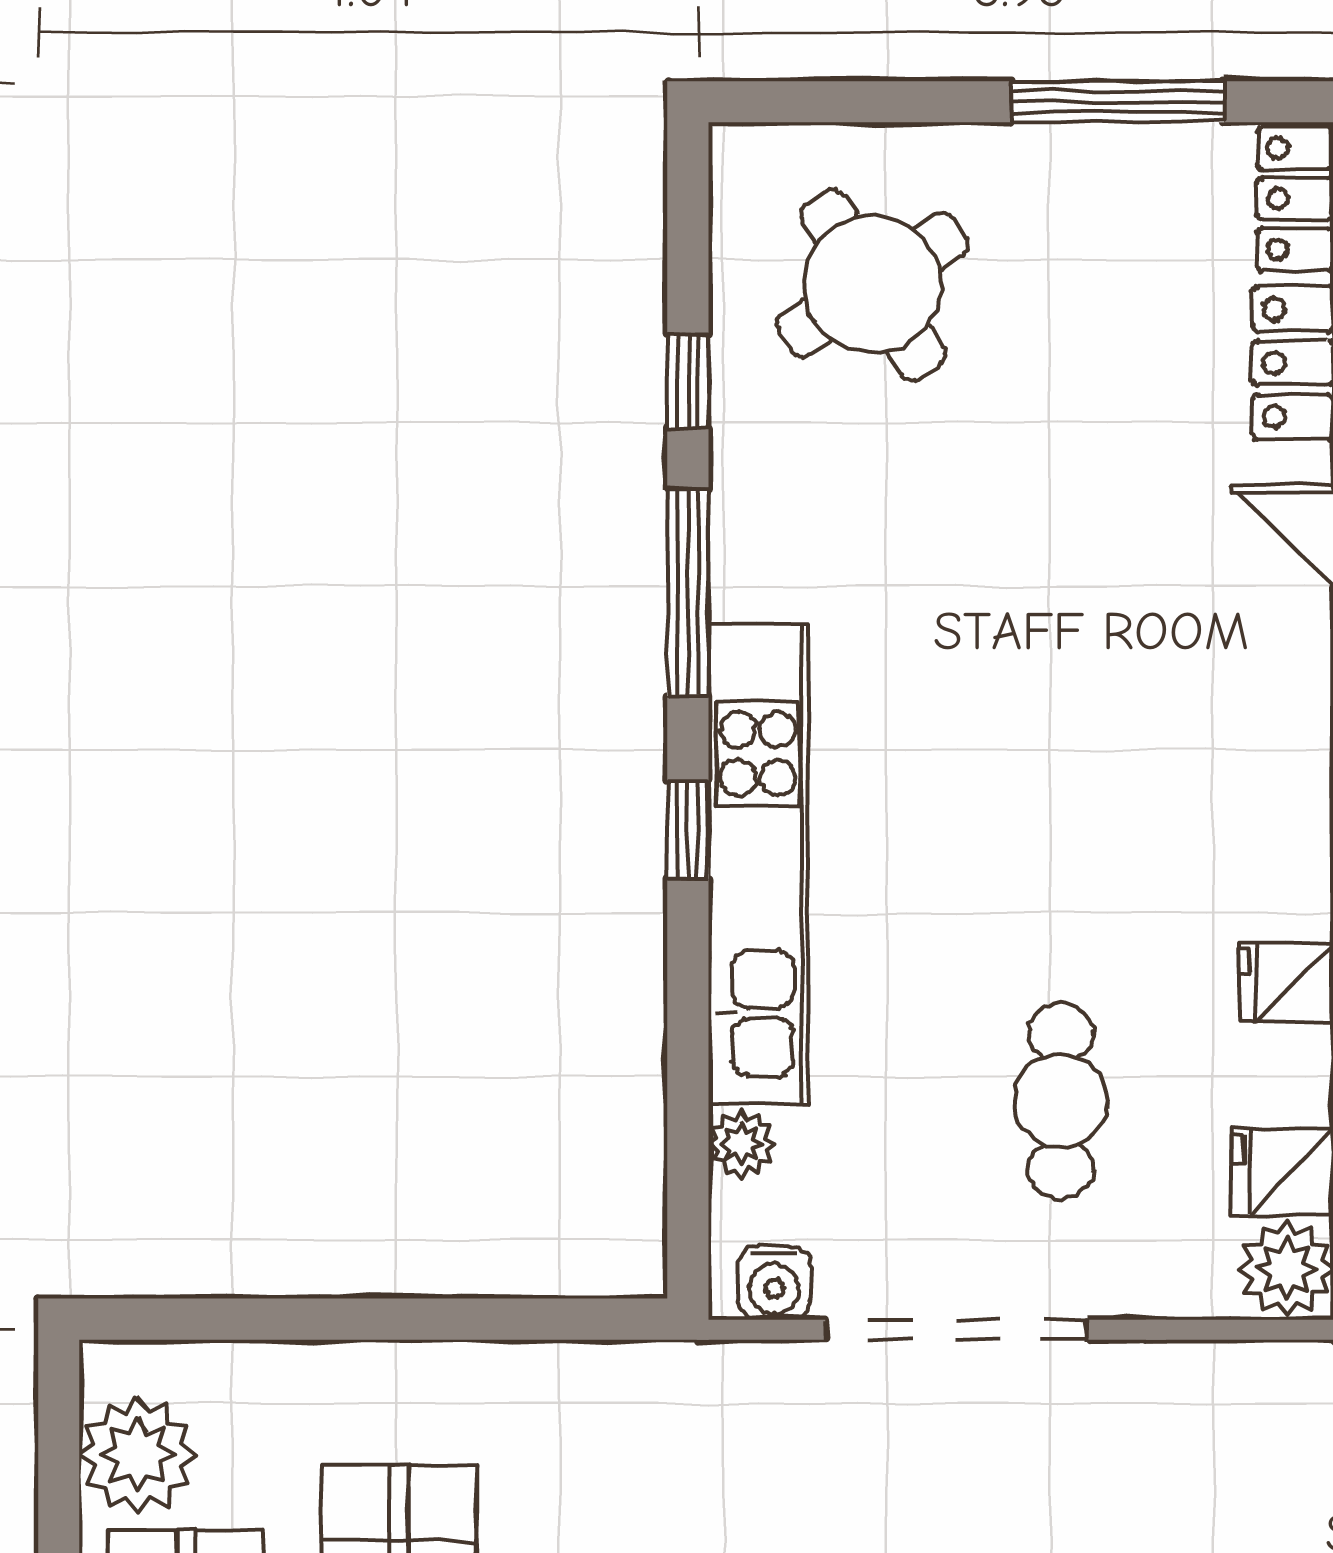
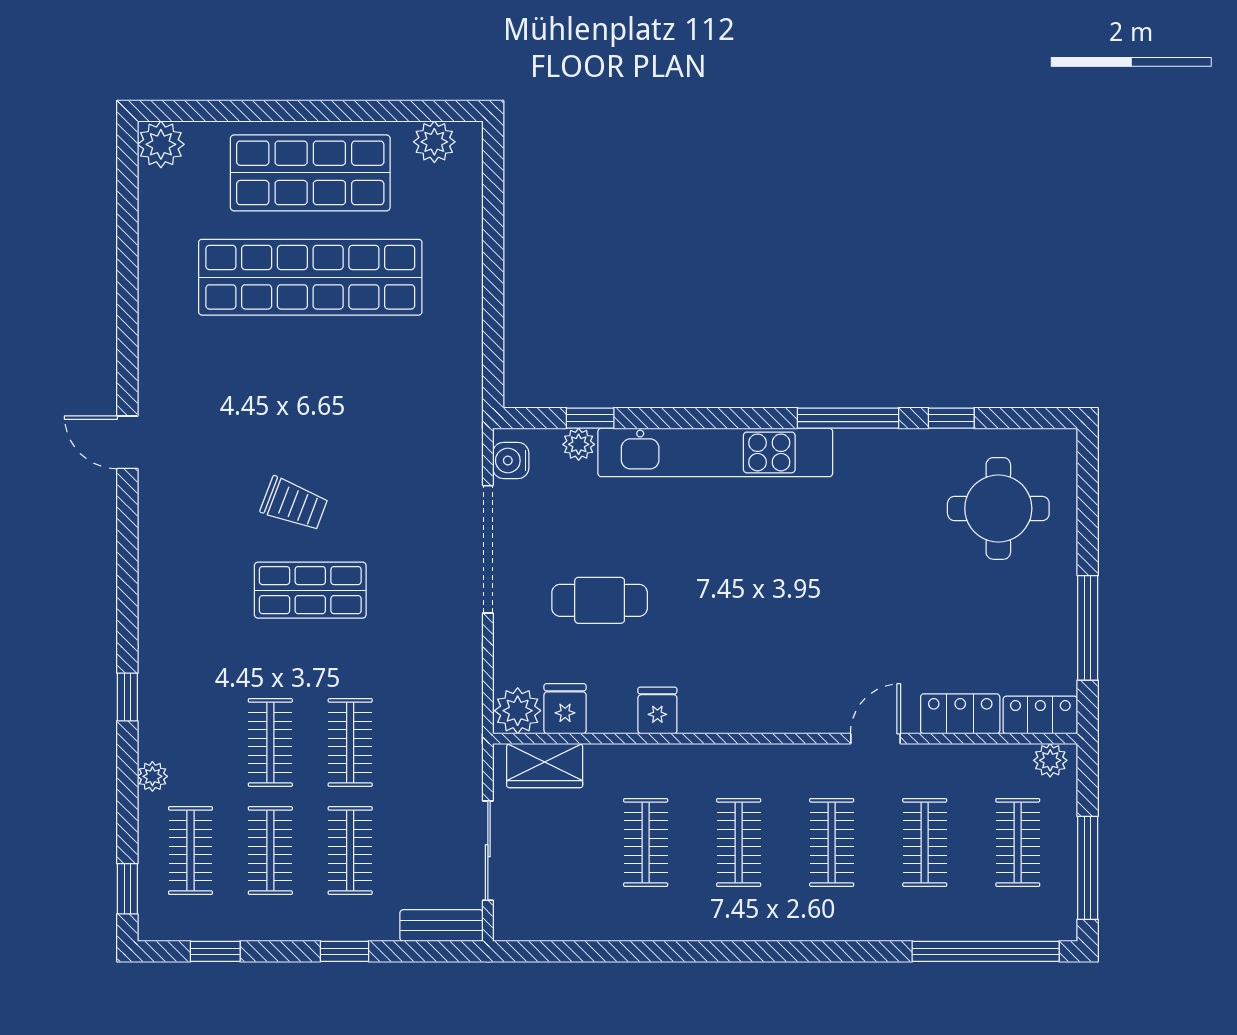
round table: (873, 285) -> (998, 508), turned 33
window: (688, 830) -> (590, 418), moved
plant: (138, 1455) -> (434, 142), width x0.73, depth x0.73

